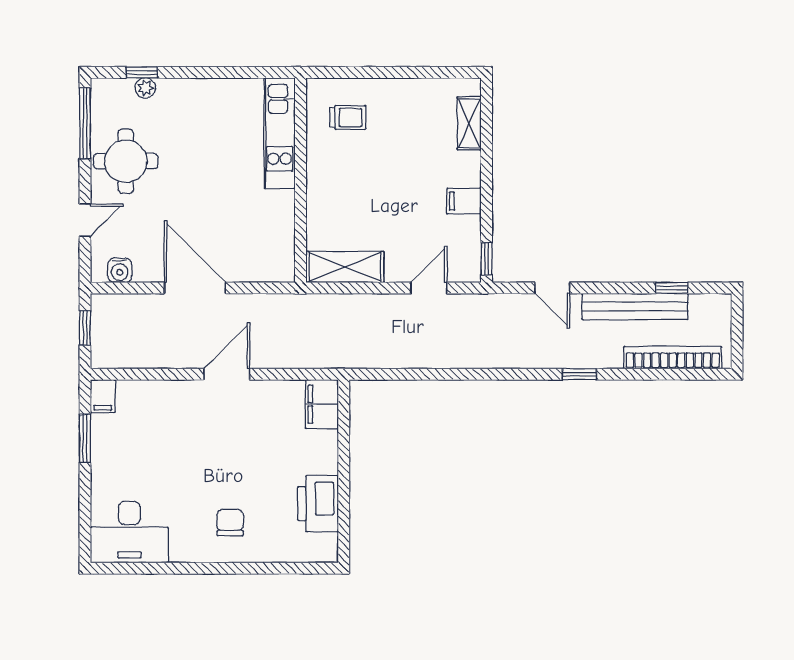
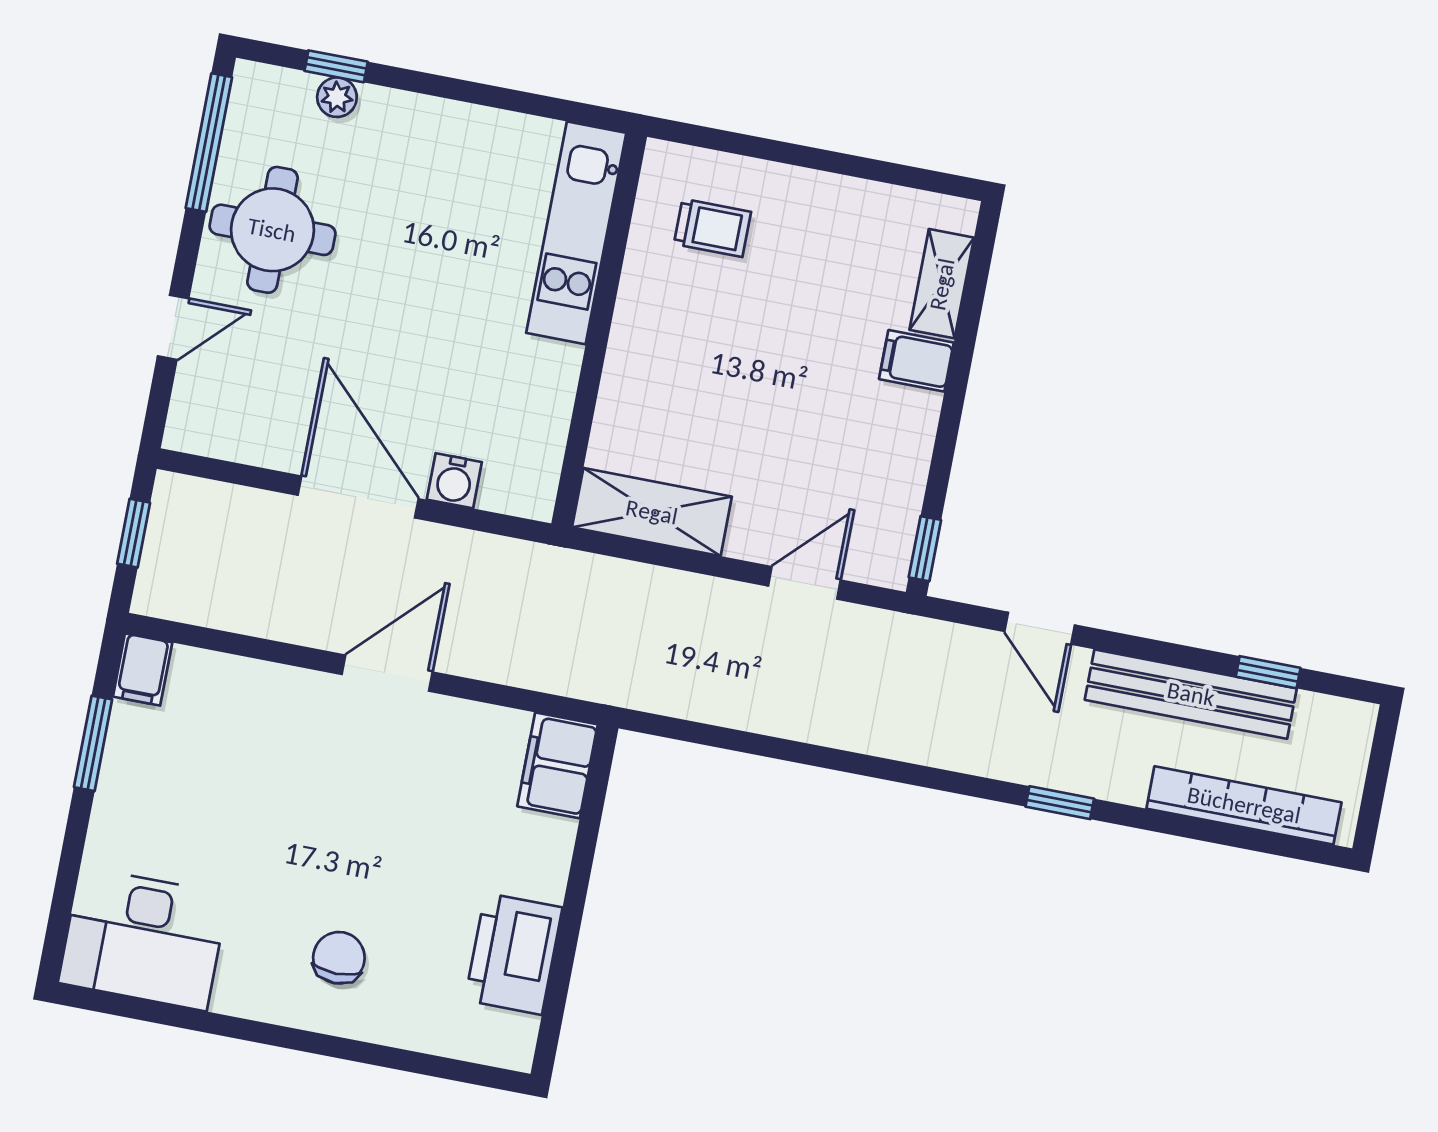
filing cabinet: (464, 201) -> (916, 361), moved
water cooler: (120, 270) -> (454, 481), moved

